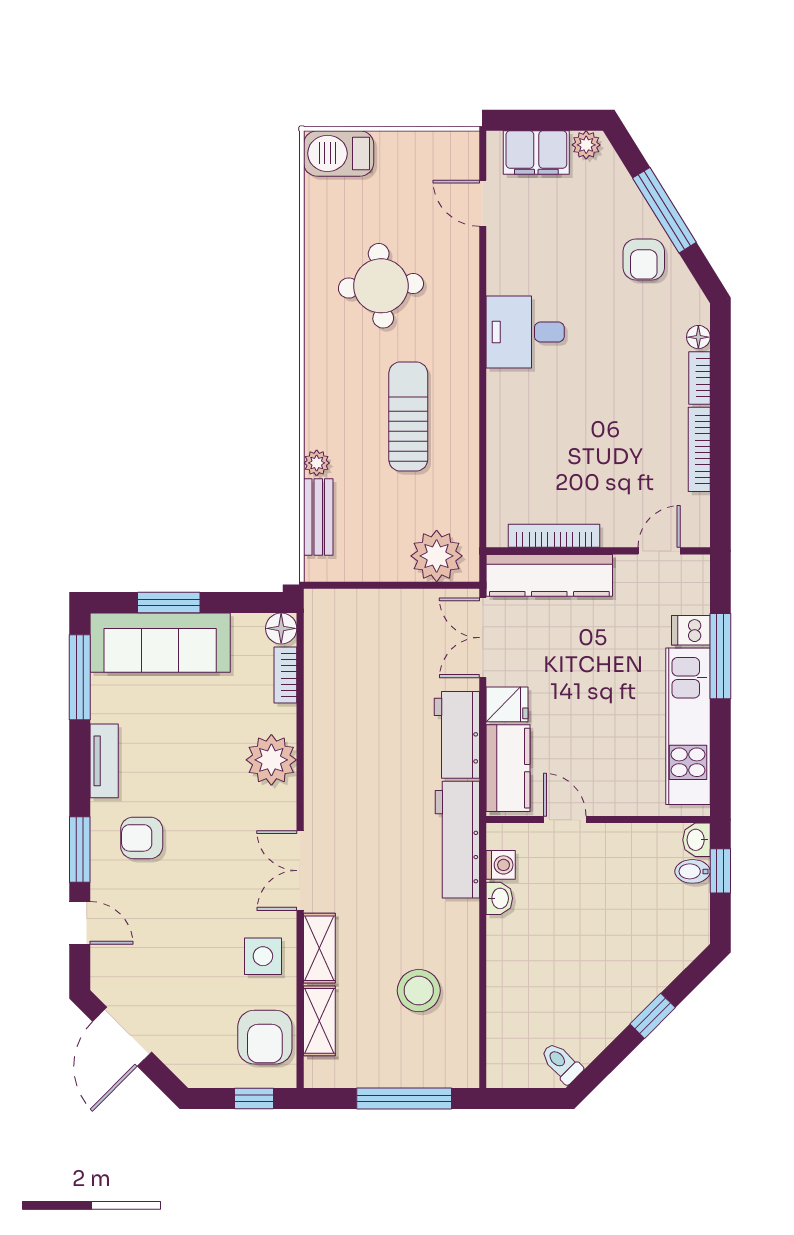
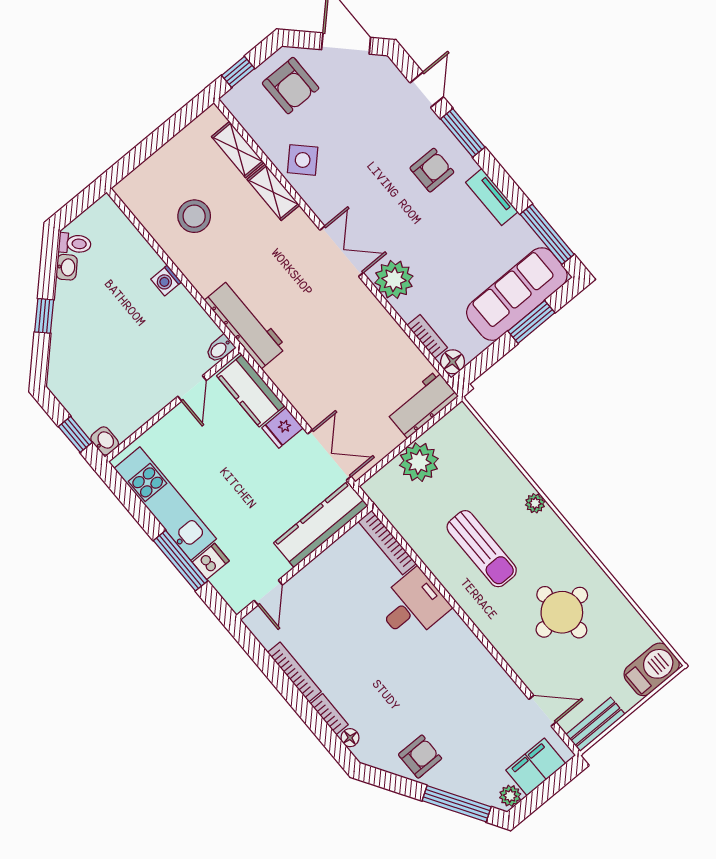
window: (664, 210) -> (457, 804), moved
armchair: (644, 260) -> (420, 757), turned 90
desk: (525, 332) -> (412, 606), moved
plant: (317, 463) -> (535, 503), moved
bench: (318, 517) -> (595, 724), moved, turned 90
bookcase: (554, 536) -> (387, 542), moved, turned 90
plant: (437, 556) -> (419, 462), moved
workbench: (457, 735) -> (422, 404), moved, turned -90
door: (565, 820) -> (192, 388), hinge flipped
washing machine: (501, 865) -> (166, 280), moved
double door: (300, 871) -> (342, 251), moved
bidet: (692, 871) -> (220, 349), moved, turned 180
washbasin: (499, 898) -> (67, 267), moved, turned -135
door: (80, 923) -> (427, 90), swing flipped
side table: (263, 956) -> (303, 160), turned 45
armchair: (265, 1037) -> (291, 86), moved, turned 180
window: (404, 1099) -> (150, 145), removed

